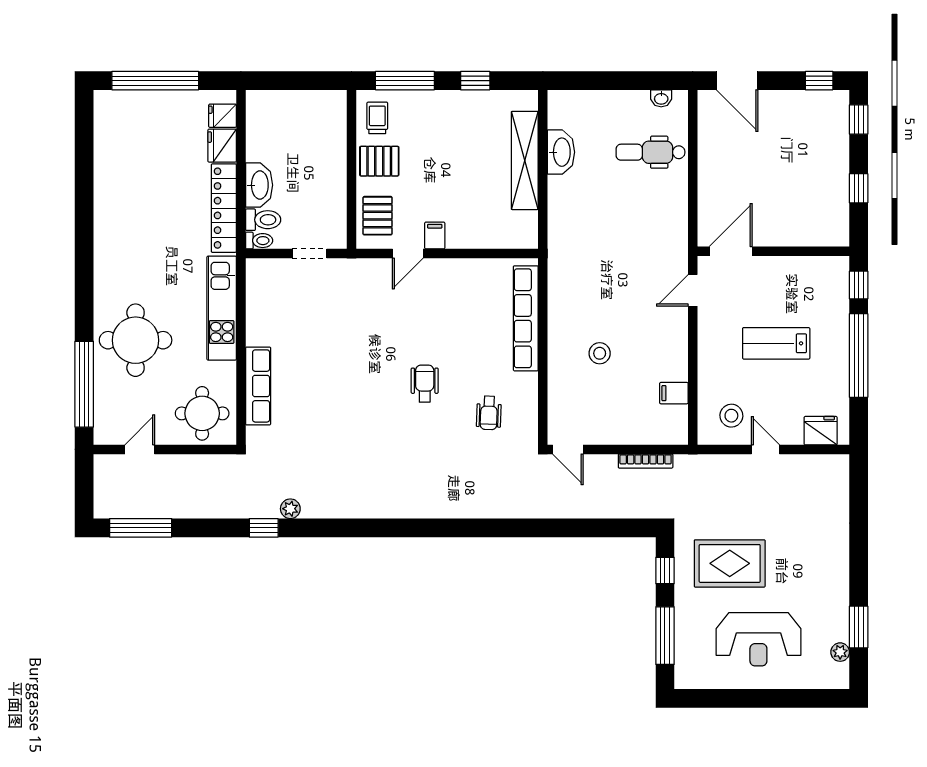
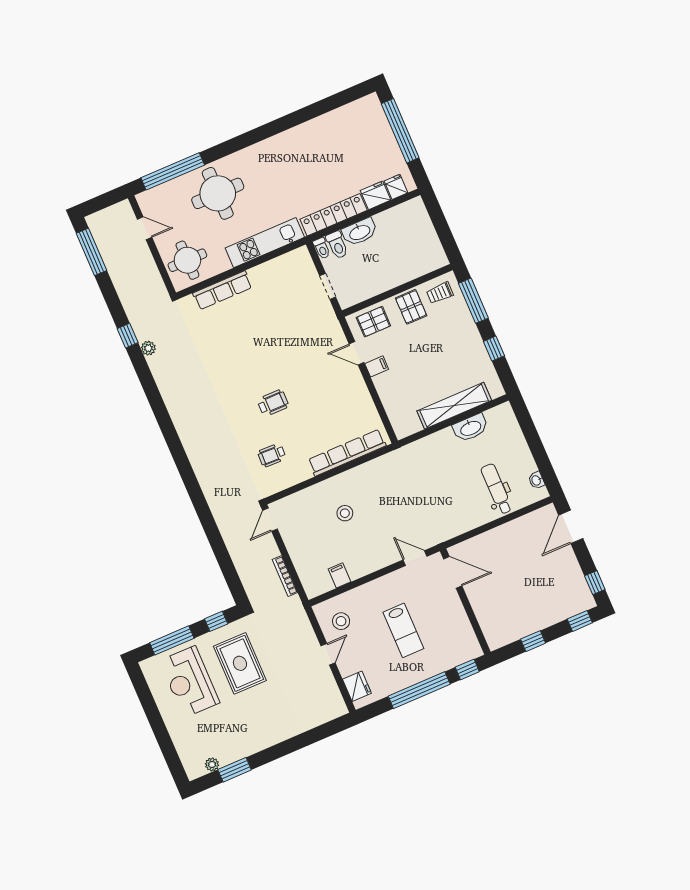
trolley: (377, 118) -> (440, 293), turned 180
lab bench: (776, 343) -> (403, 630), turned 180
reception desk: (758, 639) -> (190, 682), moved

